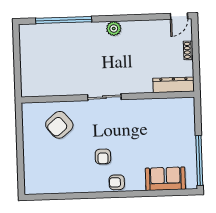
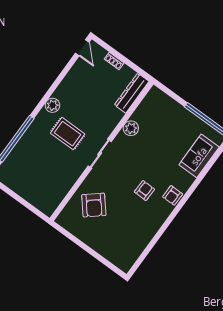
rug: (100, 59) -> (68, 134), added
plant: (145, 106) -> (131, 128), added
armchair: (103, 156) -> (144, 191), turned -89

